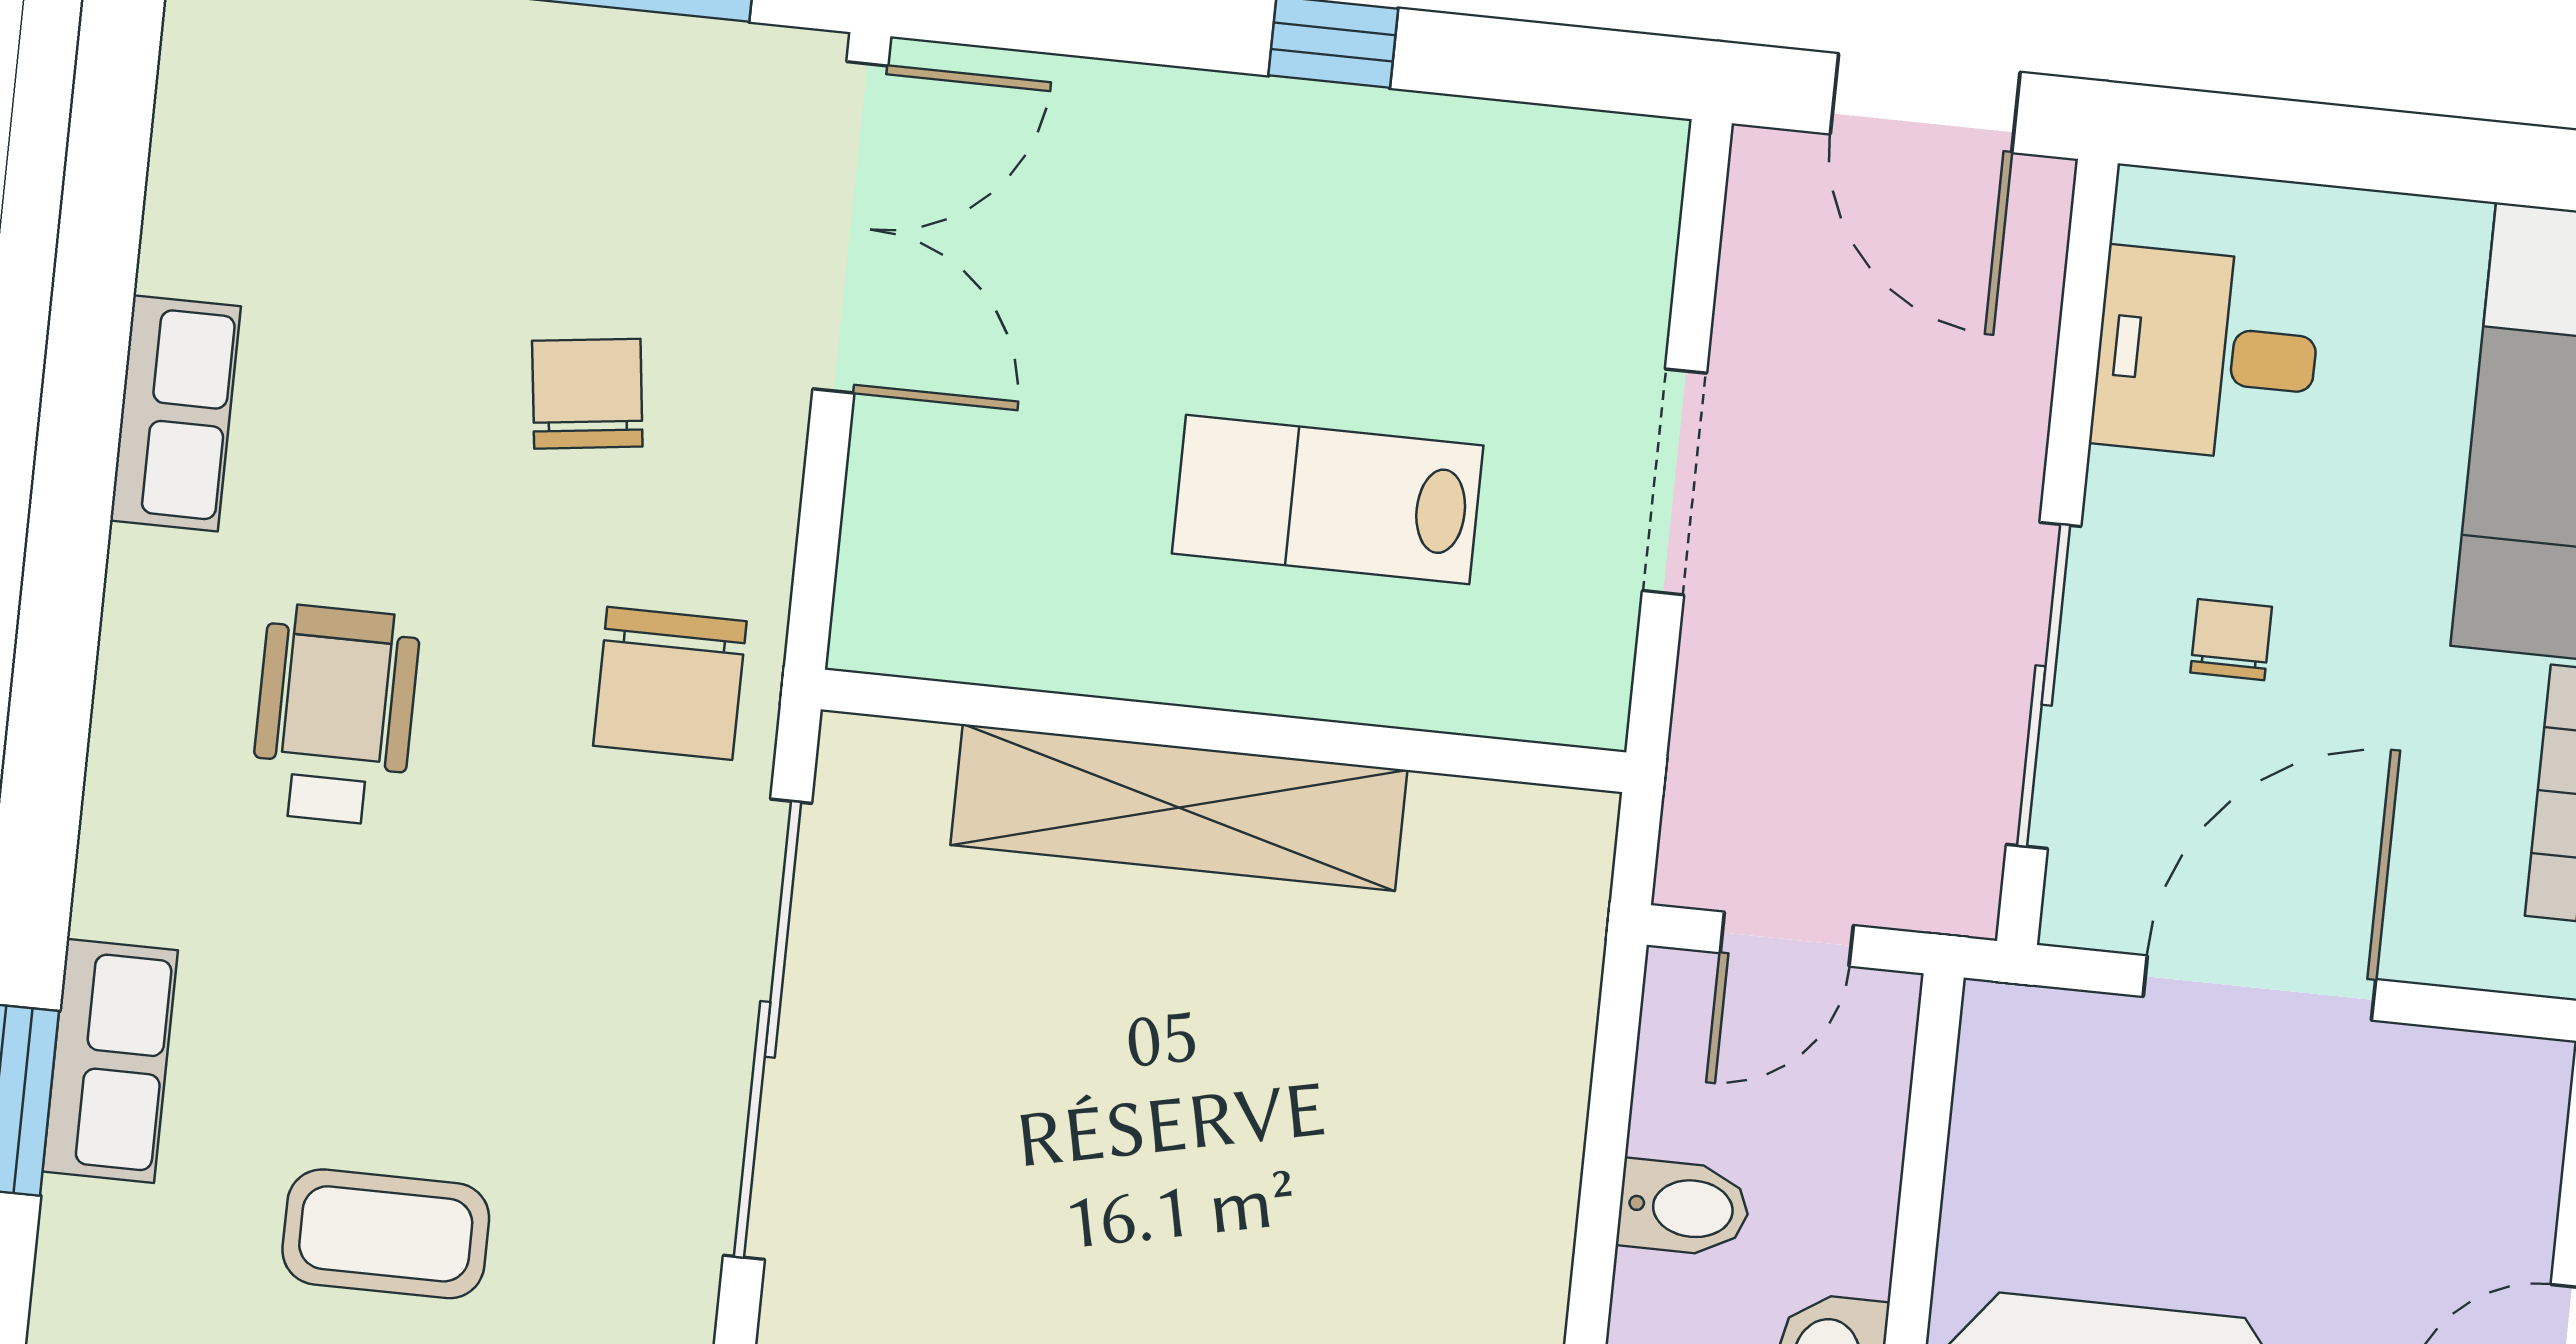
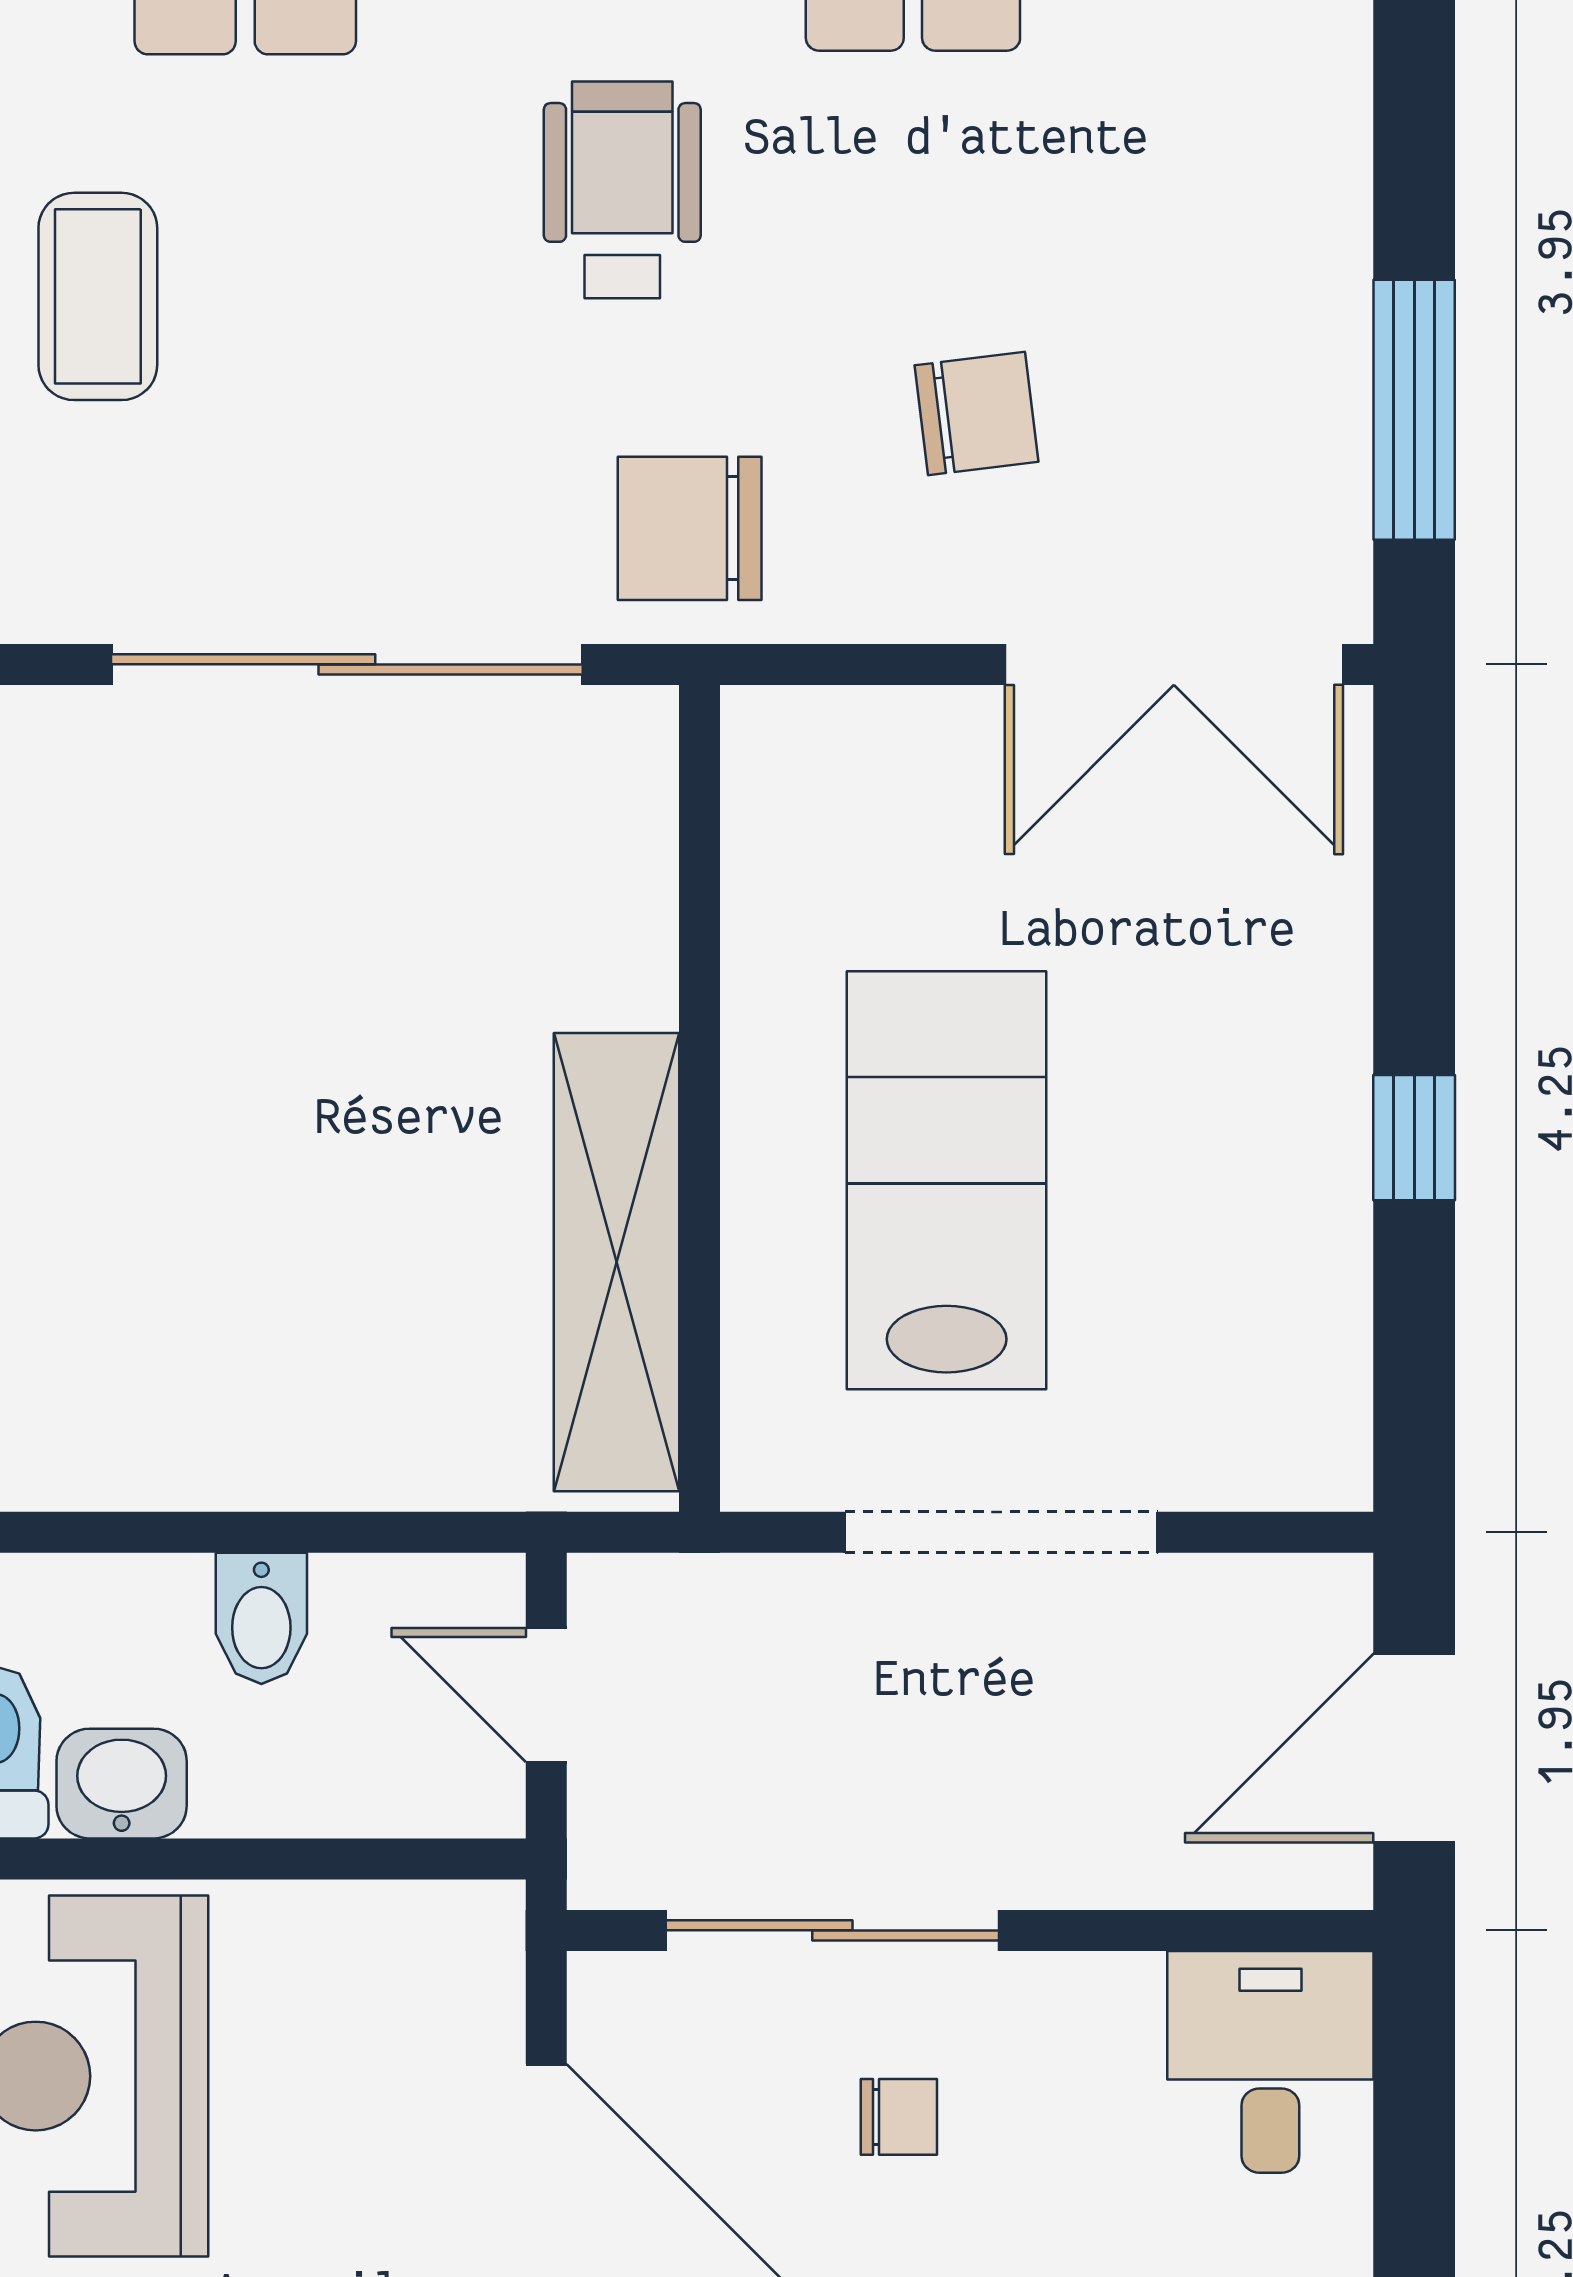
desk: (2207, 354) -> (1270, 2062), moved
doorway: (1674, 482) -> (1001, 1532), width x1.36
lab bench: (1328, 500) -> (947, 1180), width x1.36, depth x1.39
wheelchair: (335, 715) -> (622, 190), turned -90
shelving: (1179, 808) -> (617, 1262), moved

